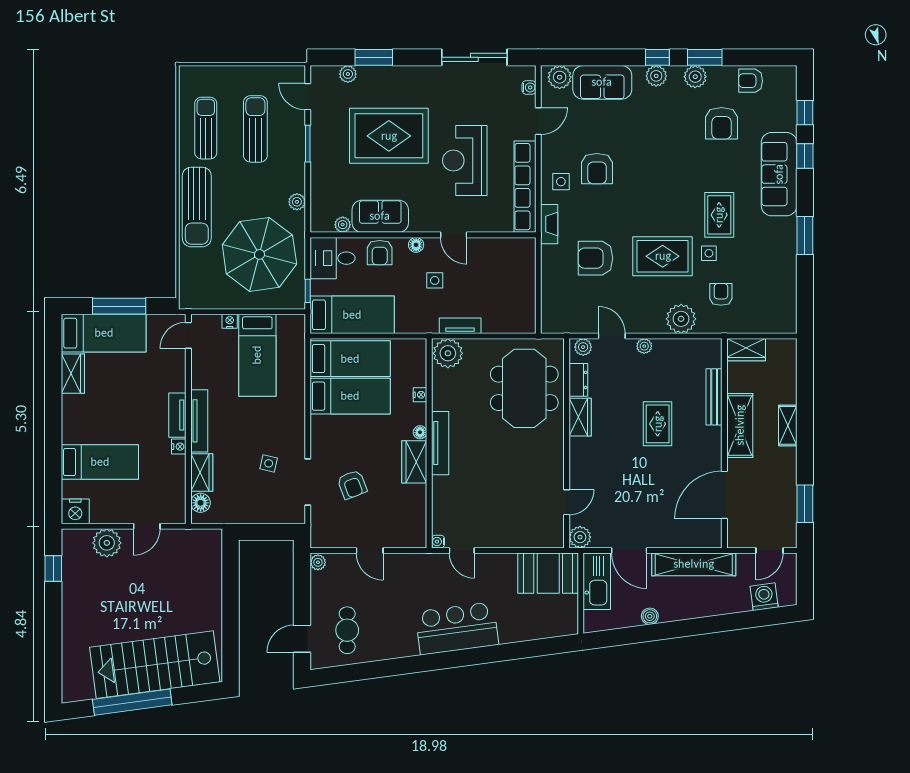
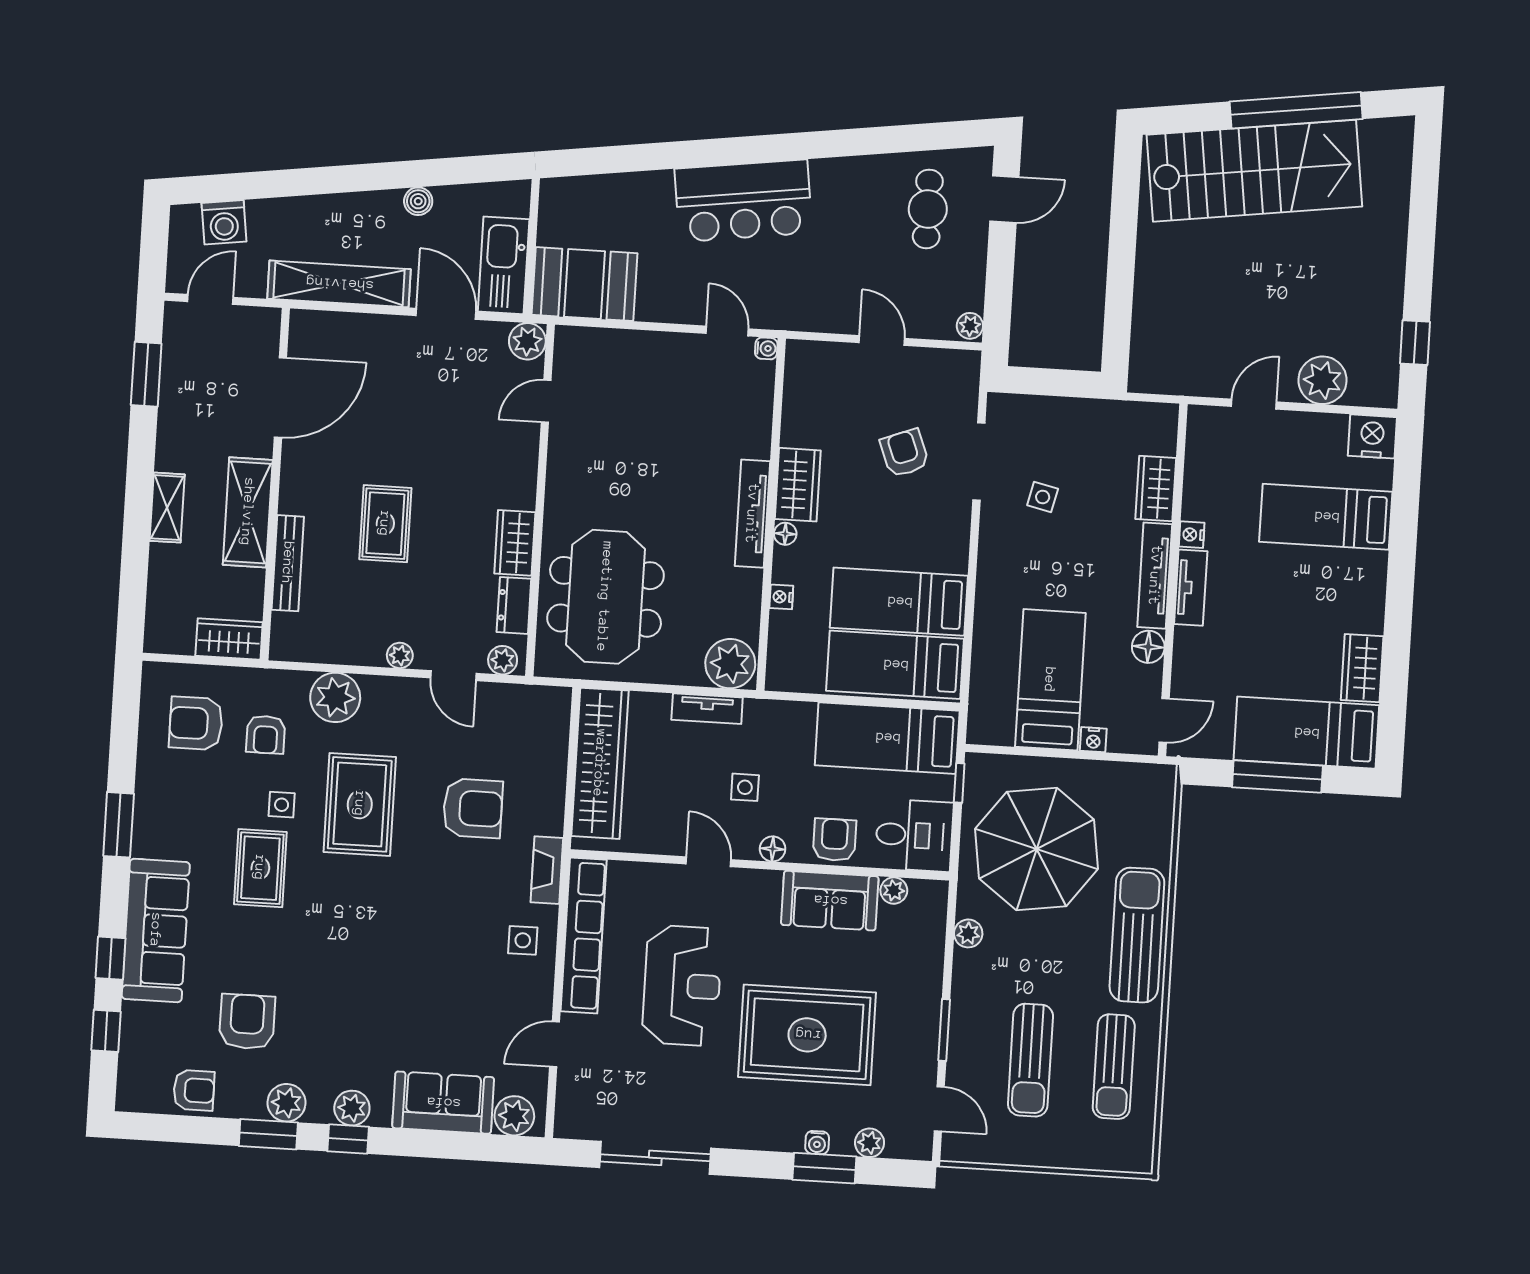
water cooler: (529, 87) -> (817, 1143), moved, turned -90
armchair: (597, 169) -> (196, 723), moved, turned -90
rug: (663, 256) -> (360, 804), turned 90
wardrobe: (522, 289) -> (600, 763), added
floor lamp: (201, 503) -> (1148, 647), moved

